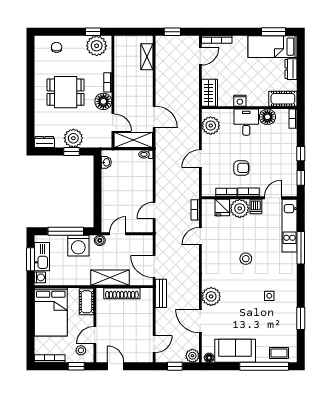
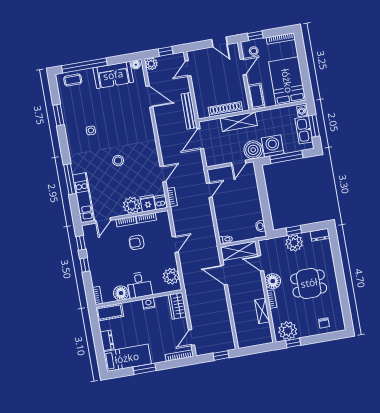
window: (274, 32) -> (144, 369), moved
shelving: (147, 57) -> (262, 311), moved
dishwasher: (256, 206) -> (161, 202), moved
boiler: (100, 240) -> (253, 150), width x1.86, depth x1.86
door: (154, 267) -> (200, 139), swing flipped
bench: (161, 293) -> (189, 111), width x1.36
plant: (211, 296) -> (144, 121), removed

